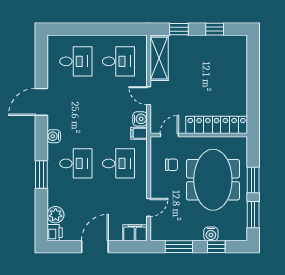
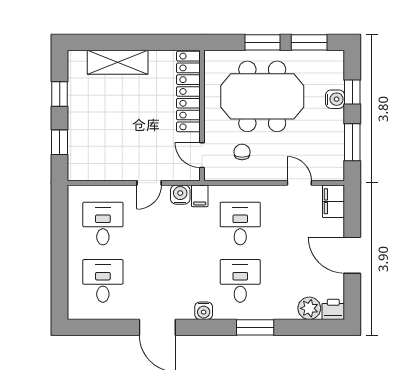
shelving: (159, 58) -> (118, 62), moved

